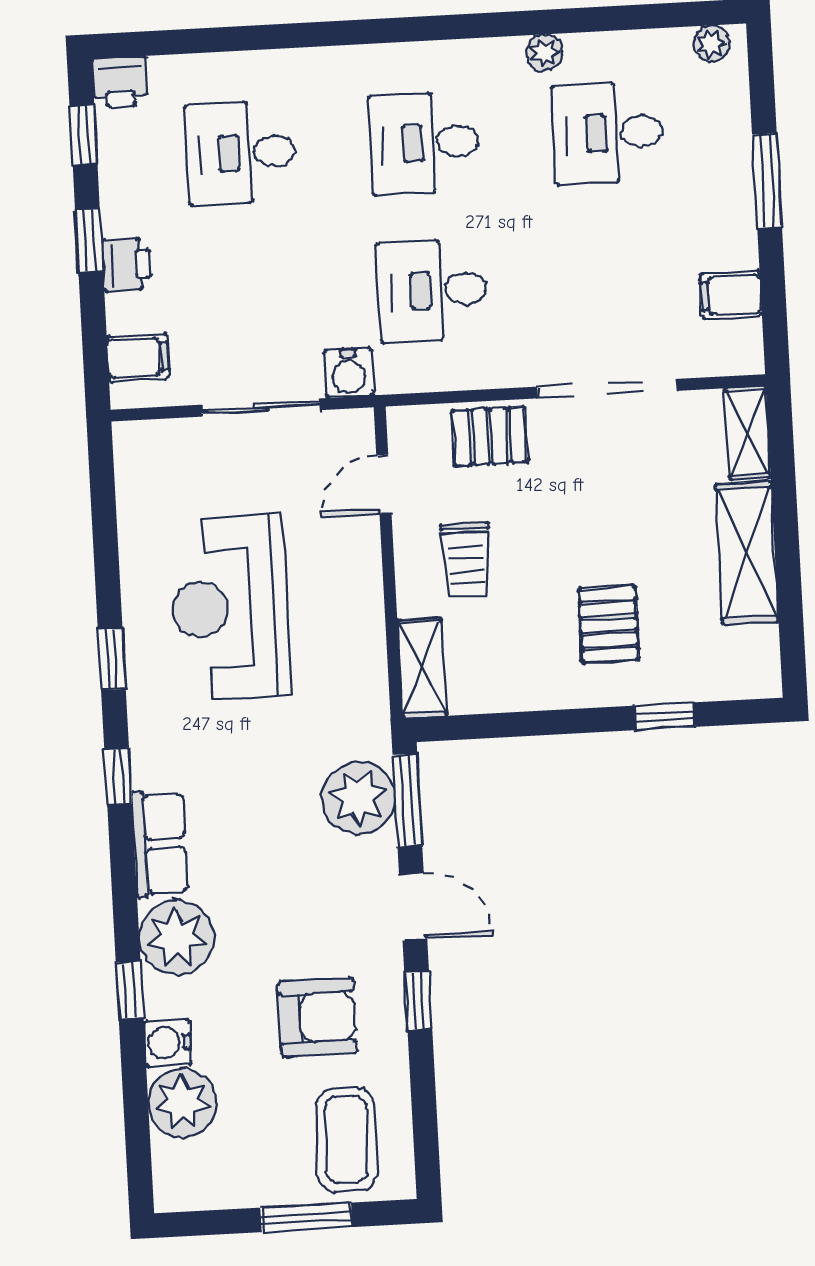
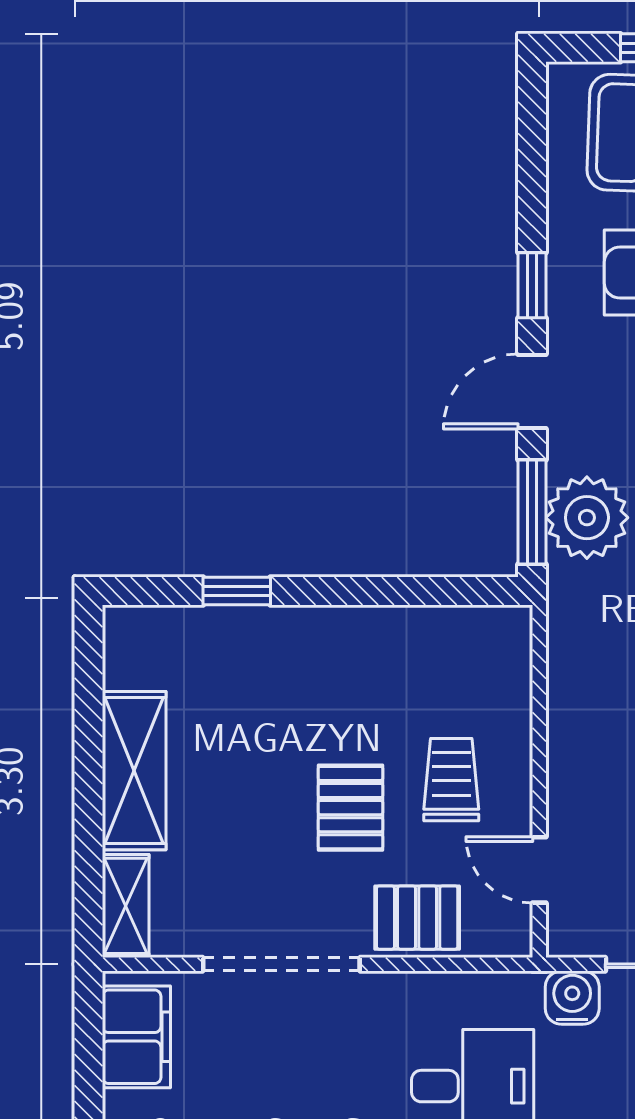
filing cabinet: (731, 295) -> (136, 1037), width x2.00
door: (384, 484) -> (539, 870), swing flipped
pallet: (609, 625) -> (351, 808), moved
shelving: (422, 668) -> (508, 660), removed
door: (413, 907) -> (532, 391), hinge flipped

